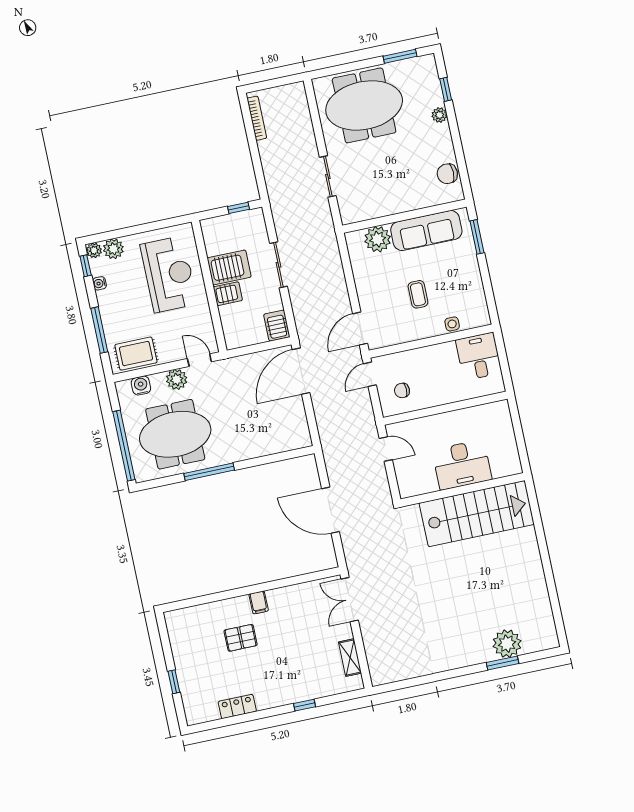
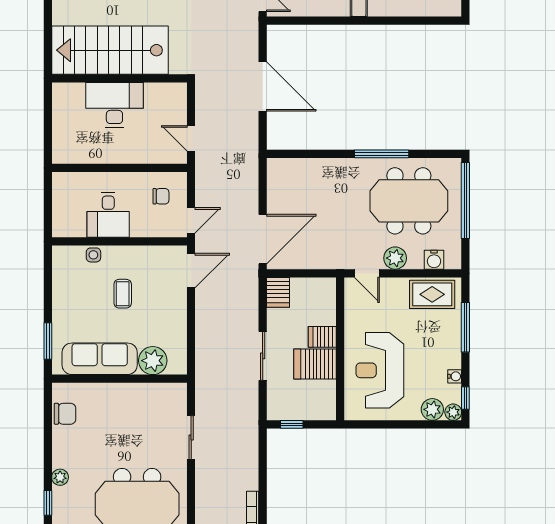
desk: (479, 356) -> (108, 215), moved

